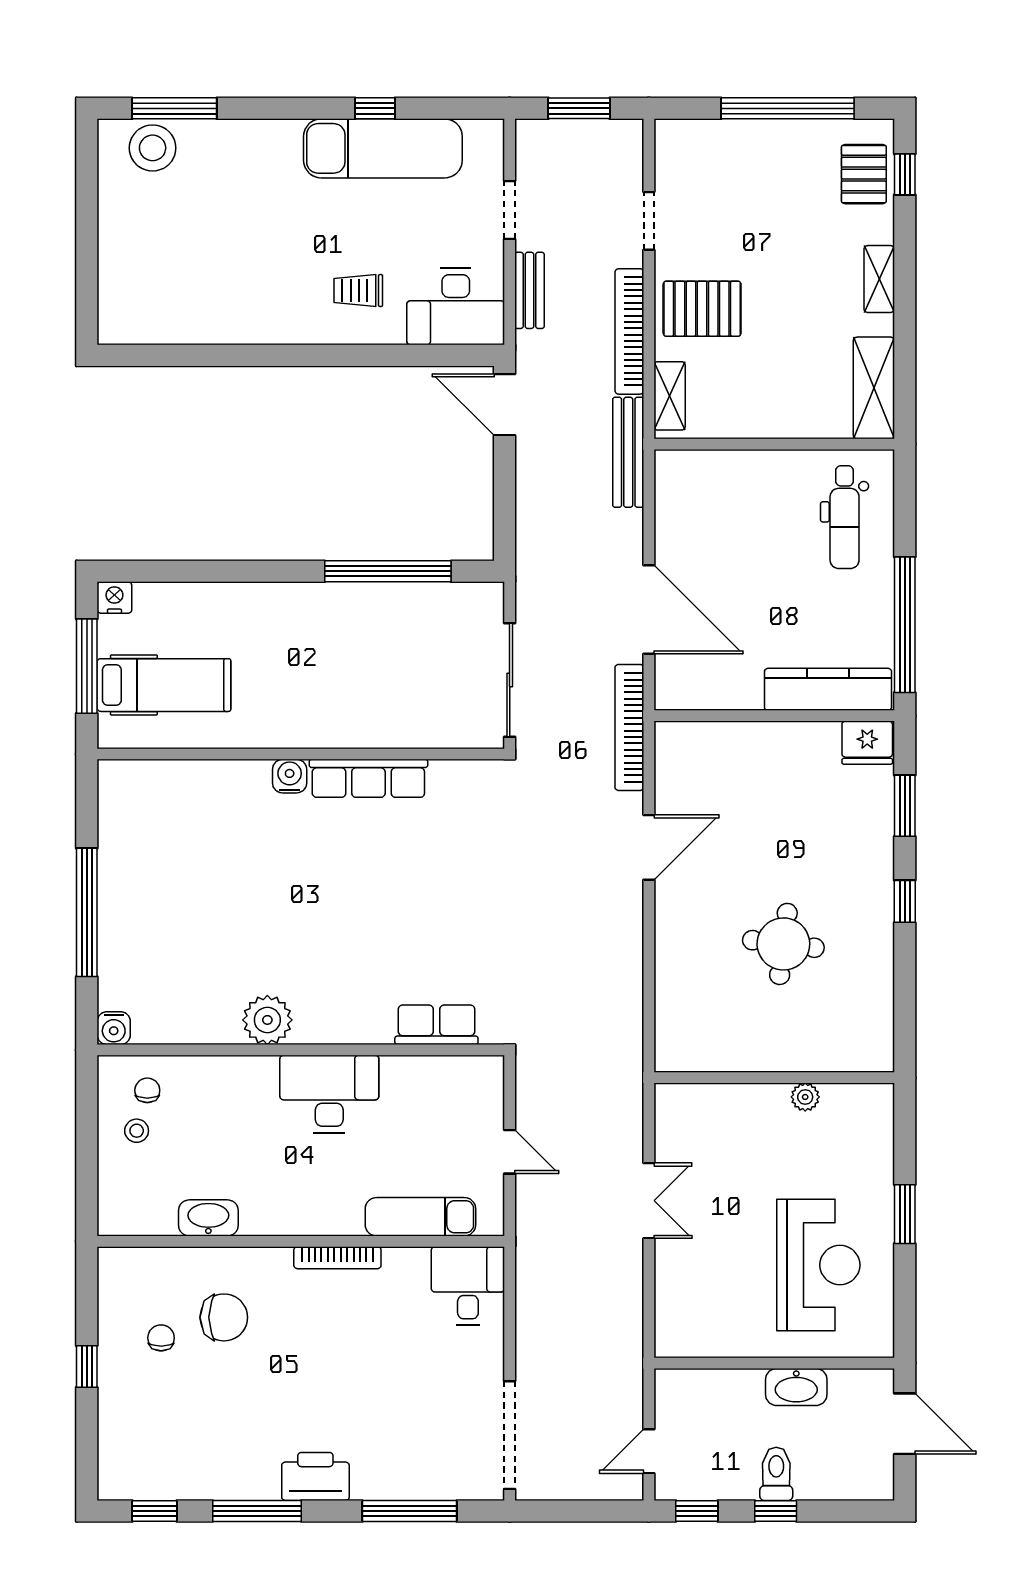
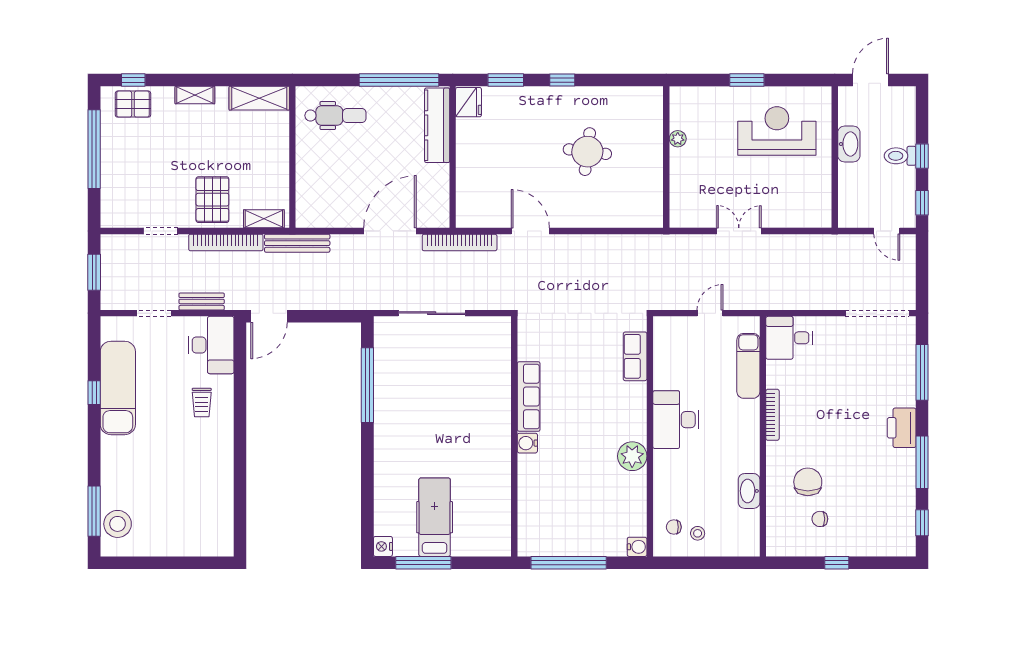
wall: (301, 754) -> (514, 436), moved
water cooler: (290, 776) -> (527, 443), moved
row of seats: (368, 778) -> (529, 397), moved

